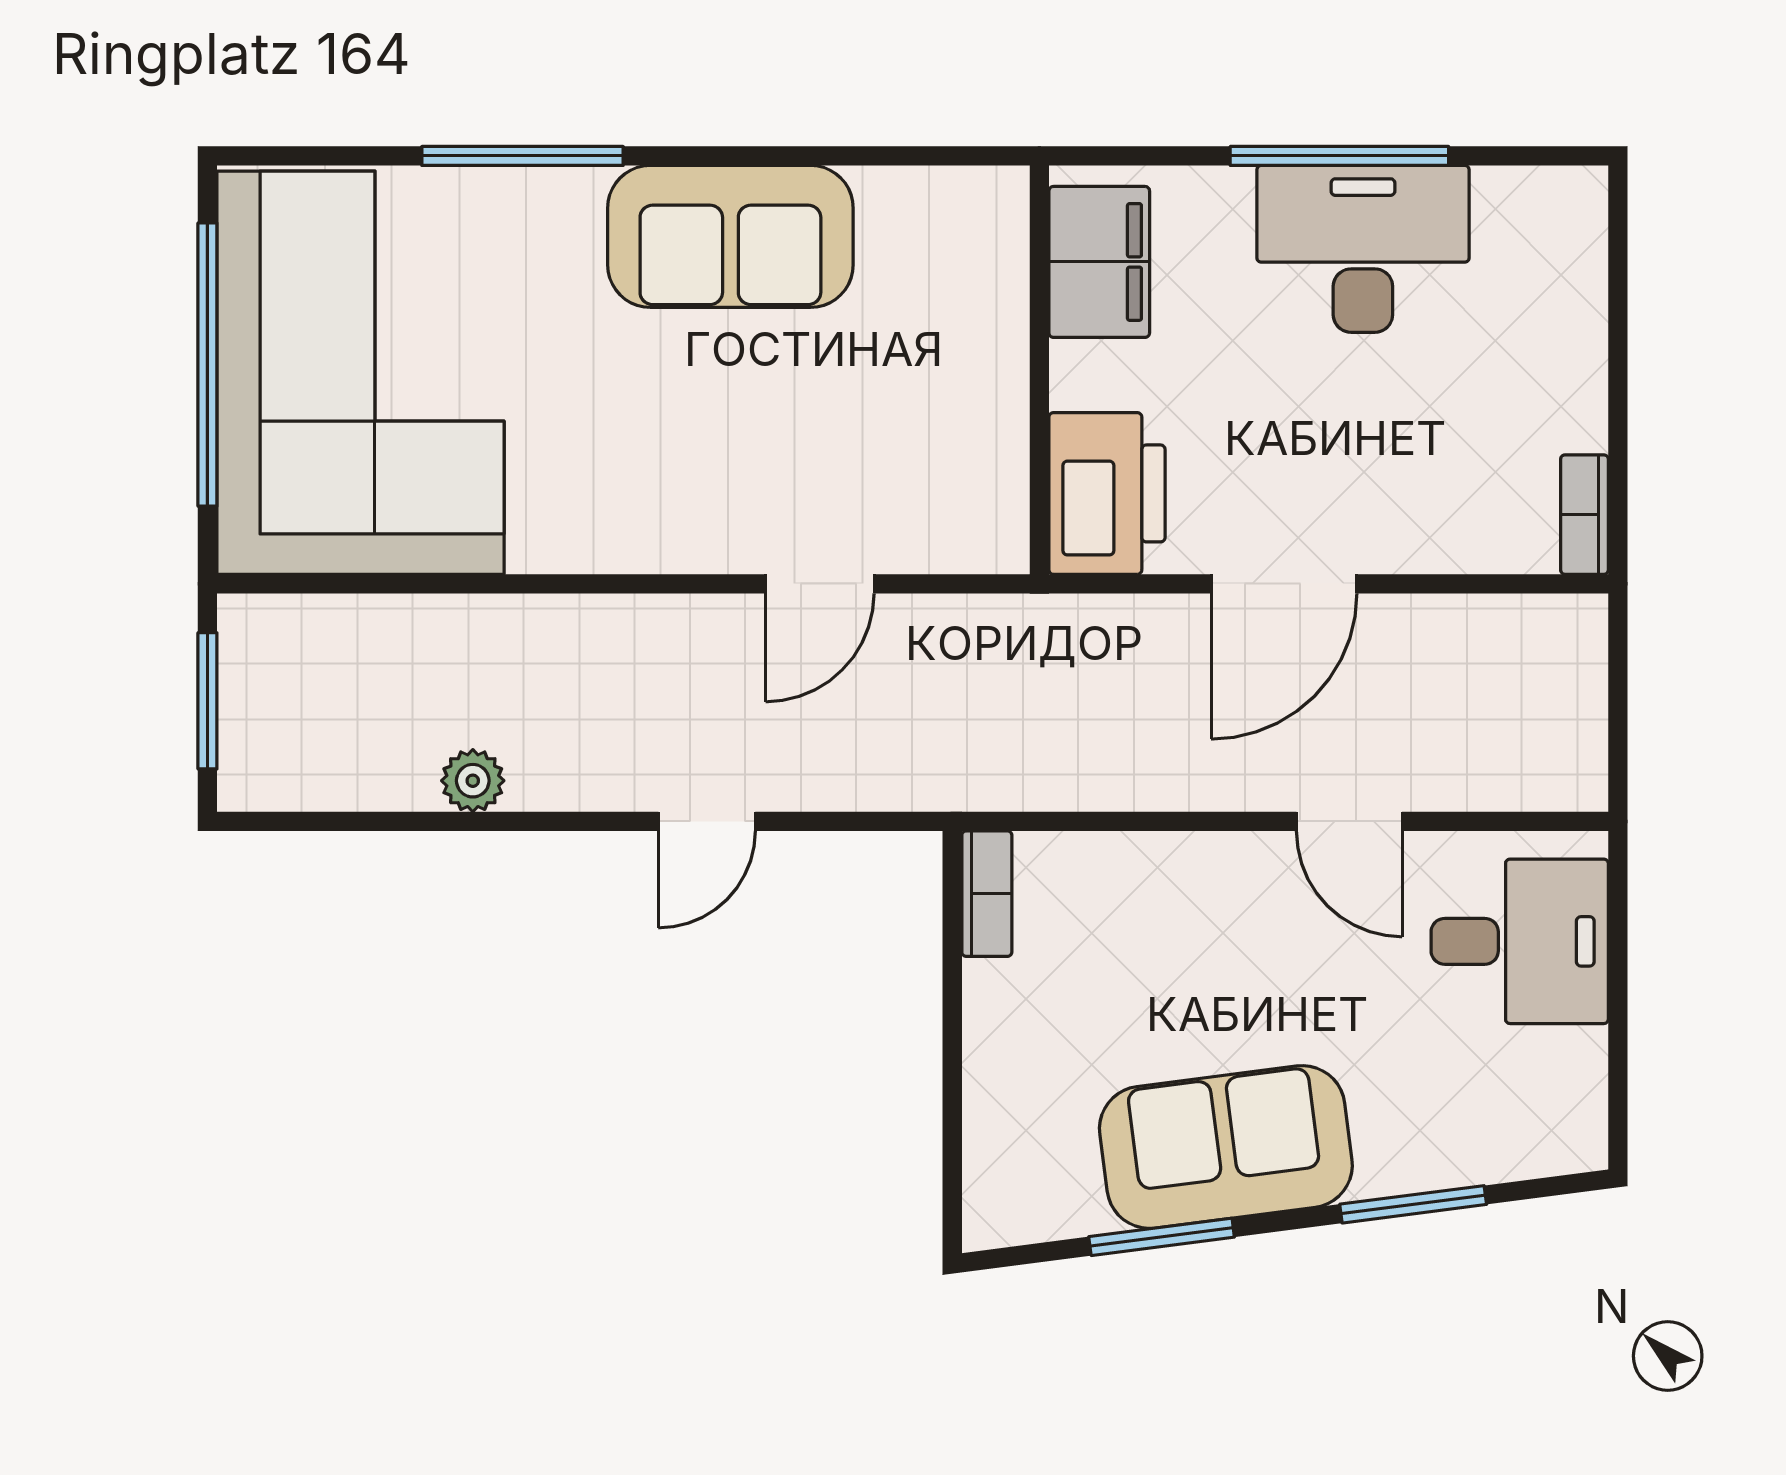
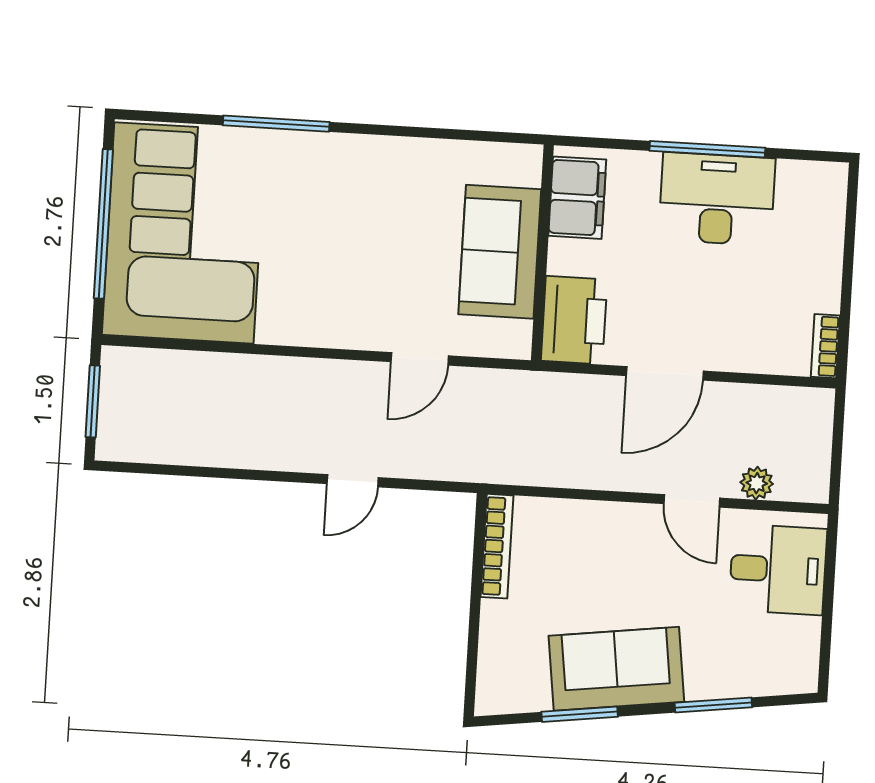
sofa: (730, 236) -> (500, 252), moved, turned 90
plant: (473, 781) -> (757, 483), moved
bookcase: (987, 894) -> (497, 546), width x1.56

